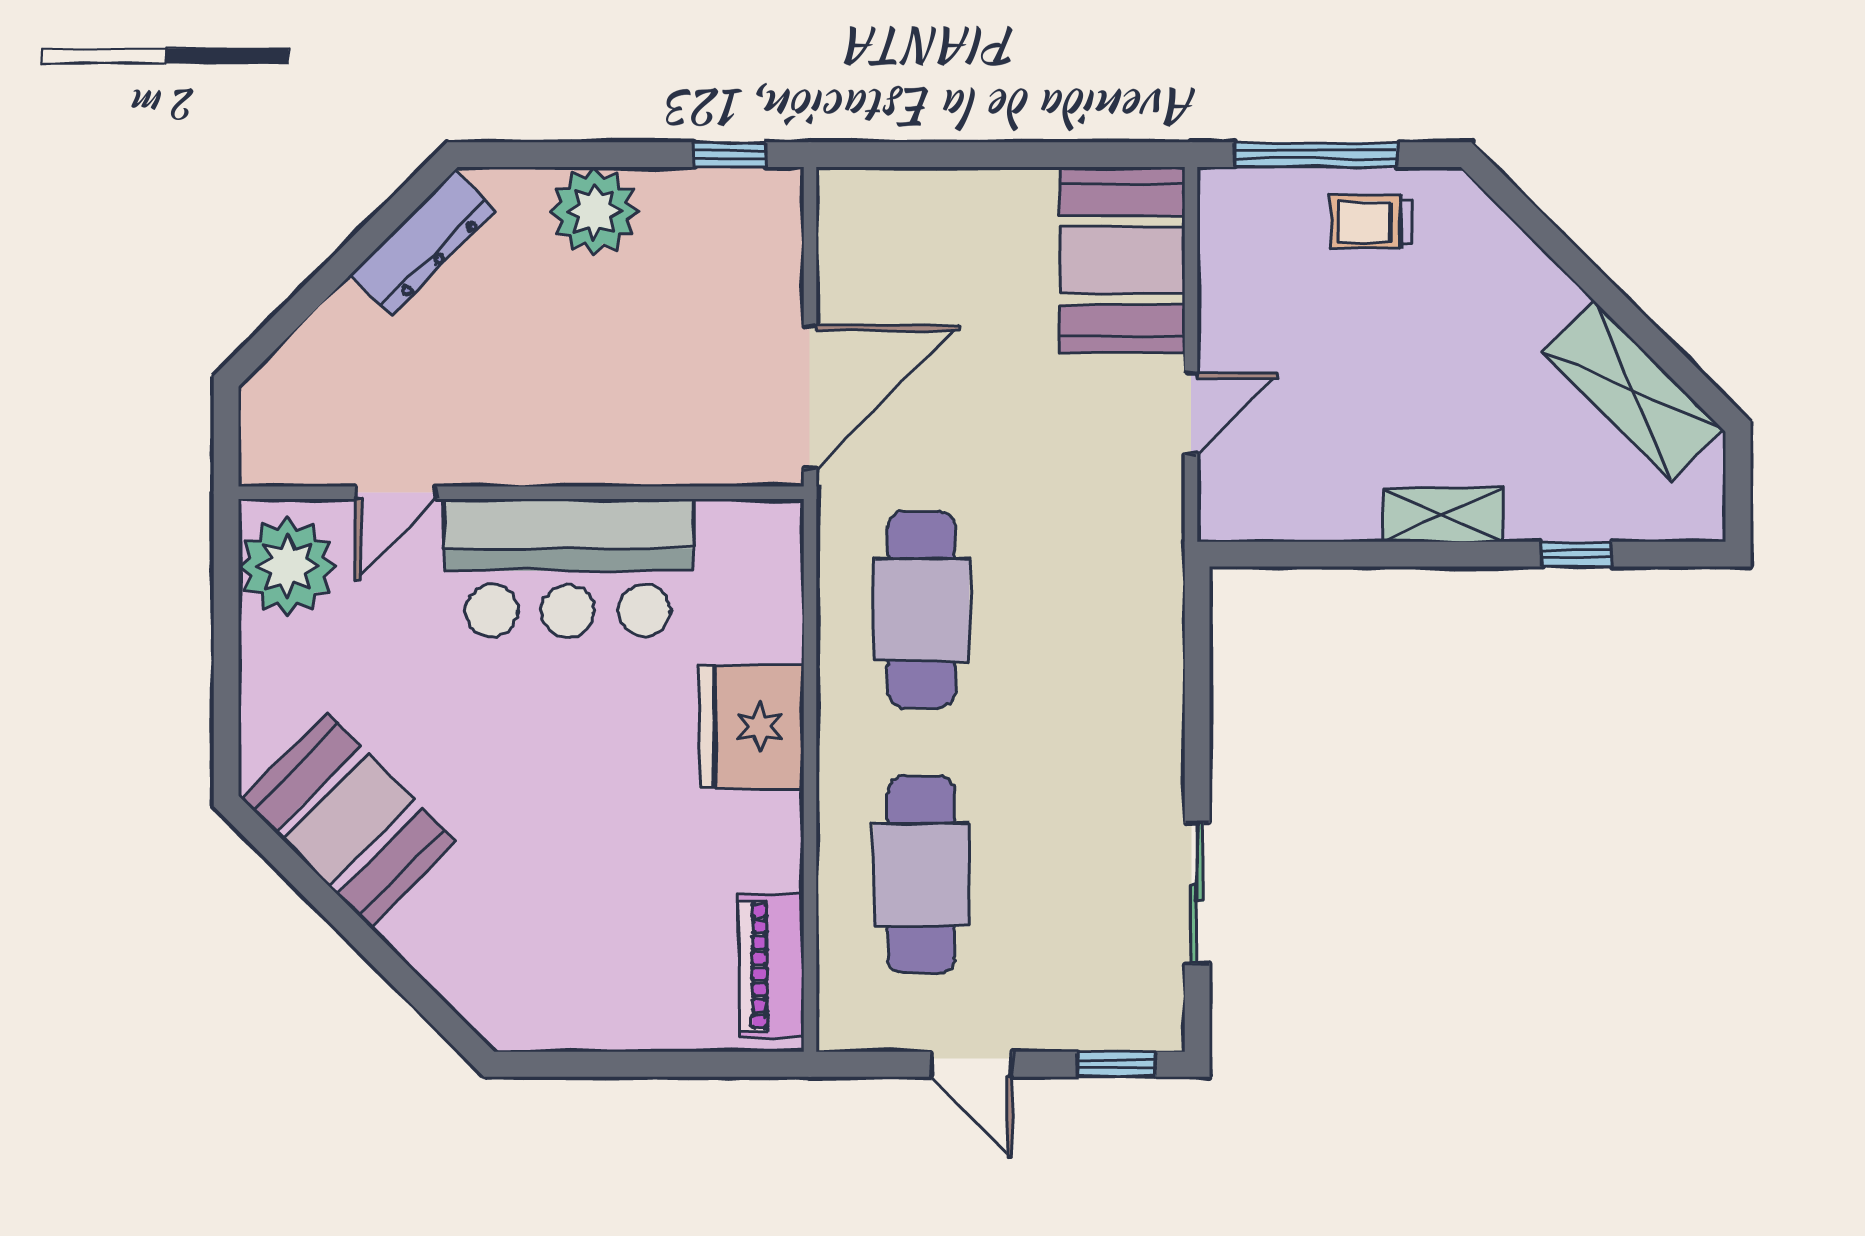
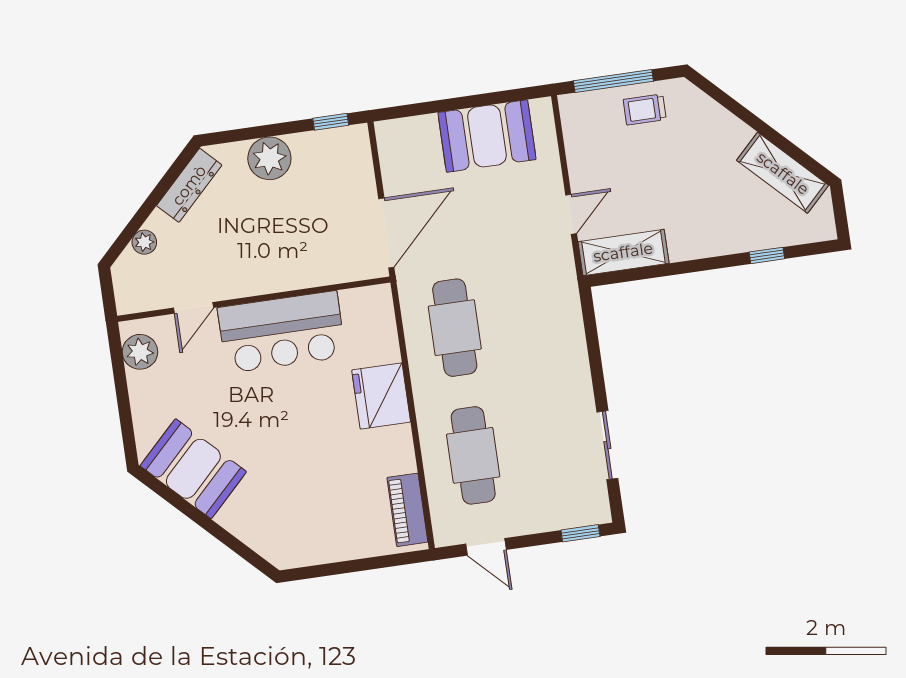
booth: (1122, 260) -> (487, 136), moved, turned 90
plant: (315, 345) -> (144, 242), added
shelving: (1443, 515) -> (623, 252), moved, width x1.50, depth x1.33
plant: (288, 567) -> (140, 352), width x0.73, depth x0.73
door: (972, 1064) -> (486, 547), moved

